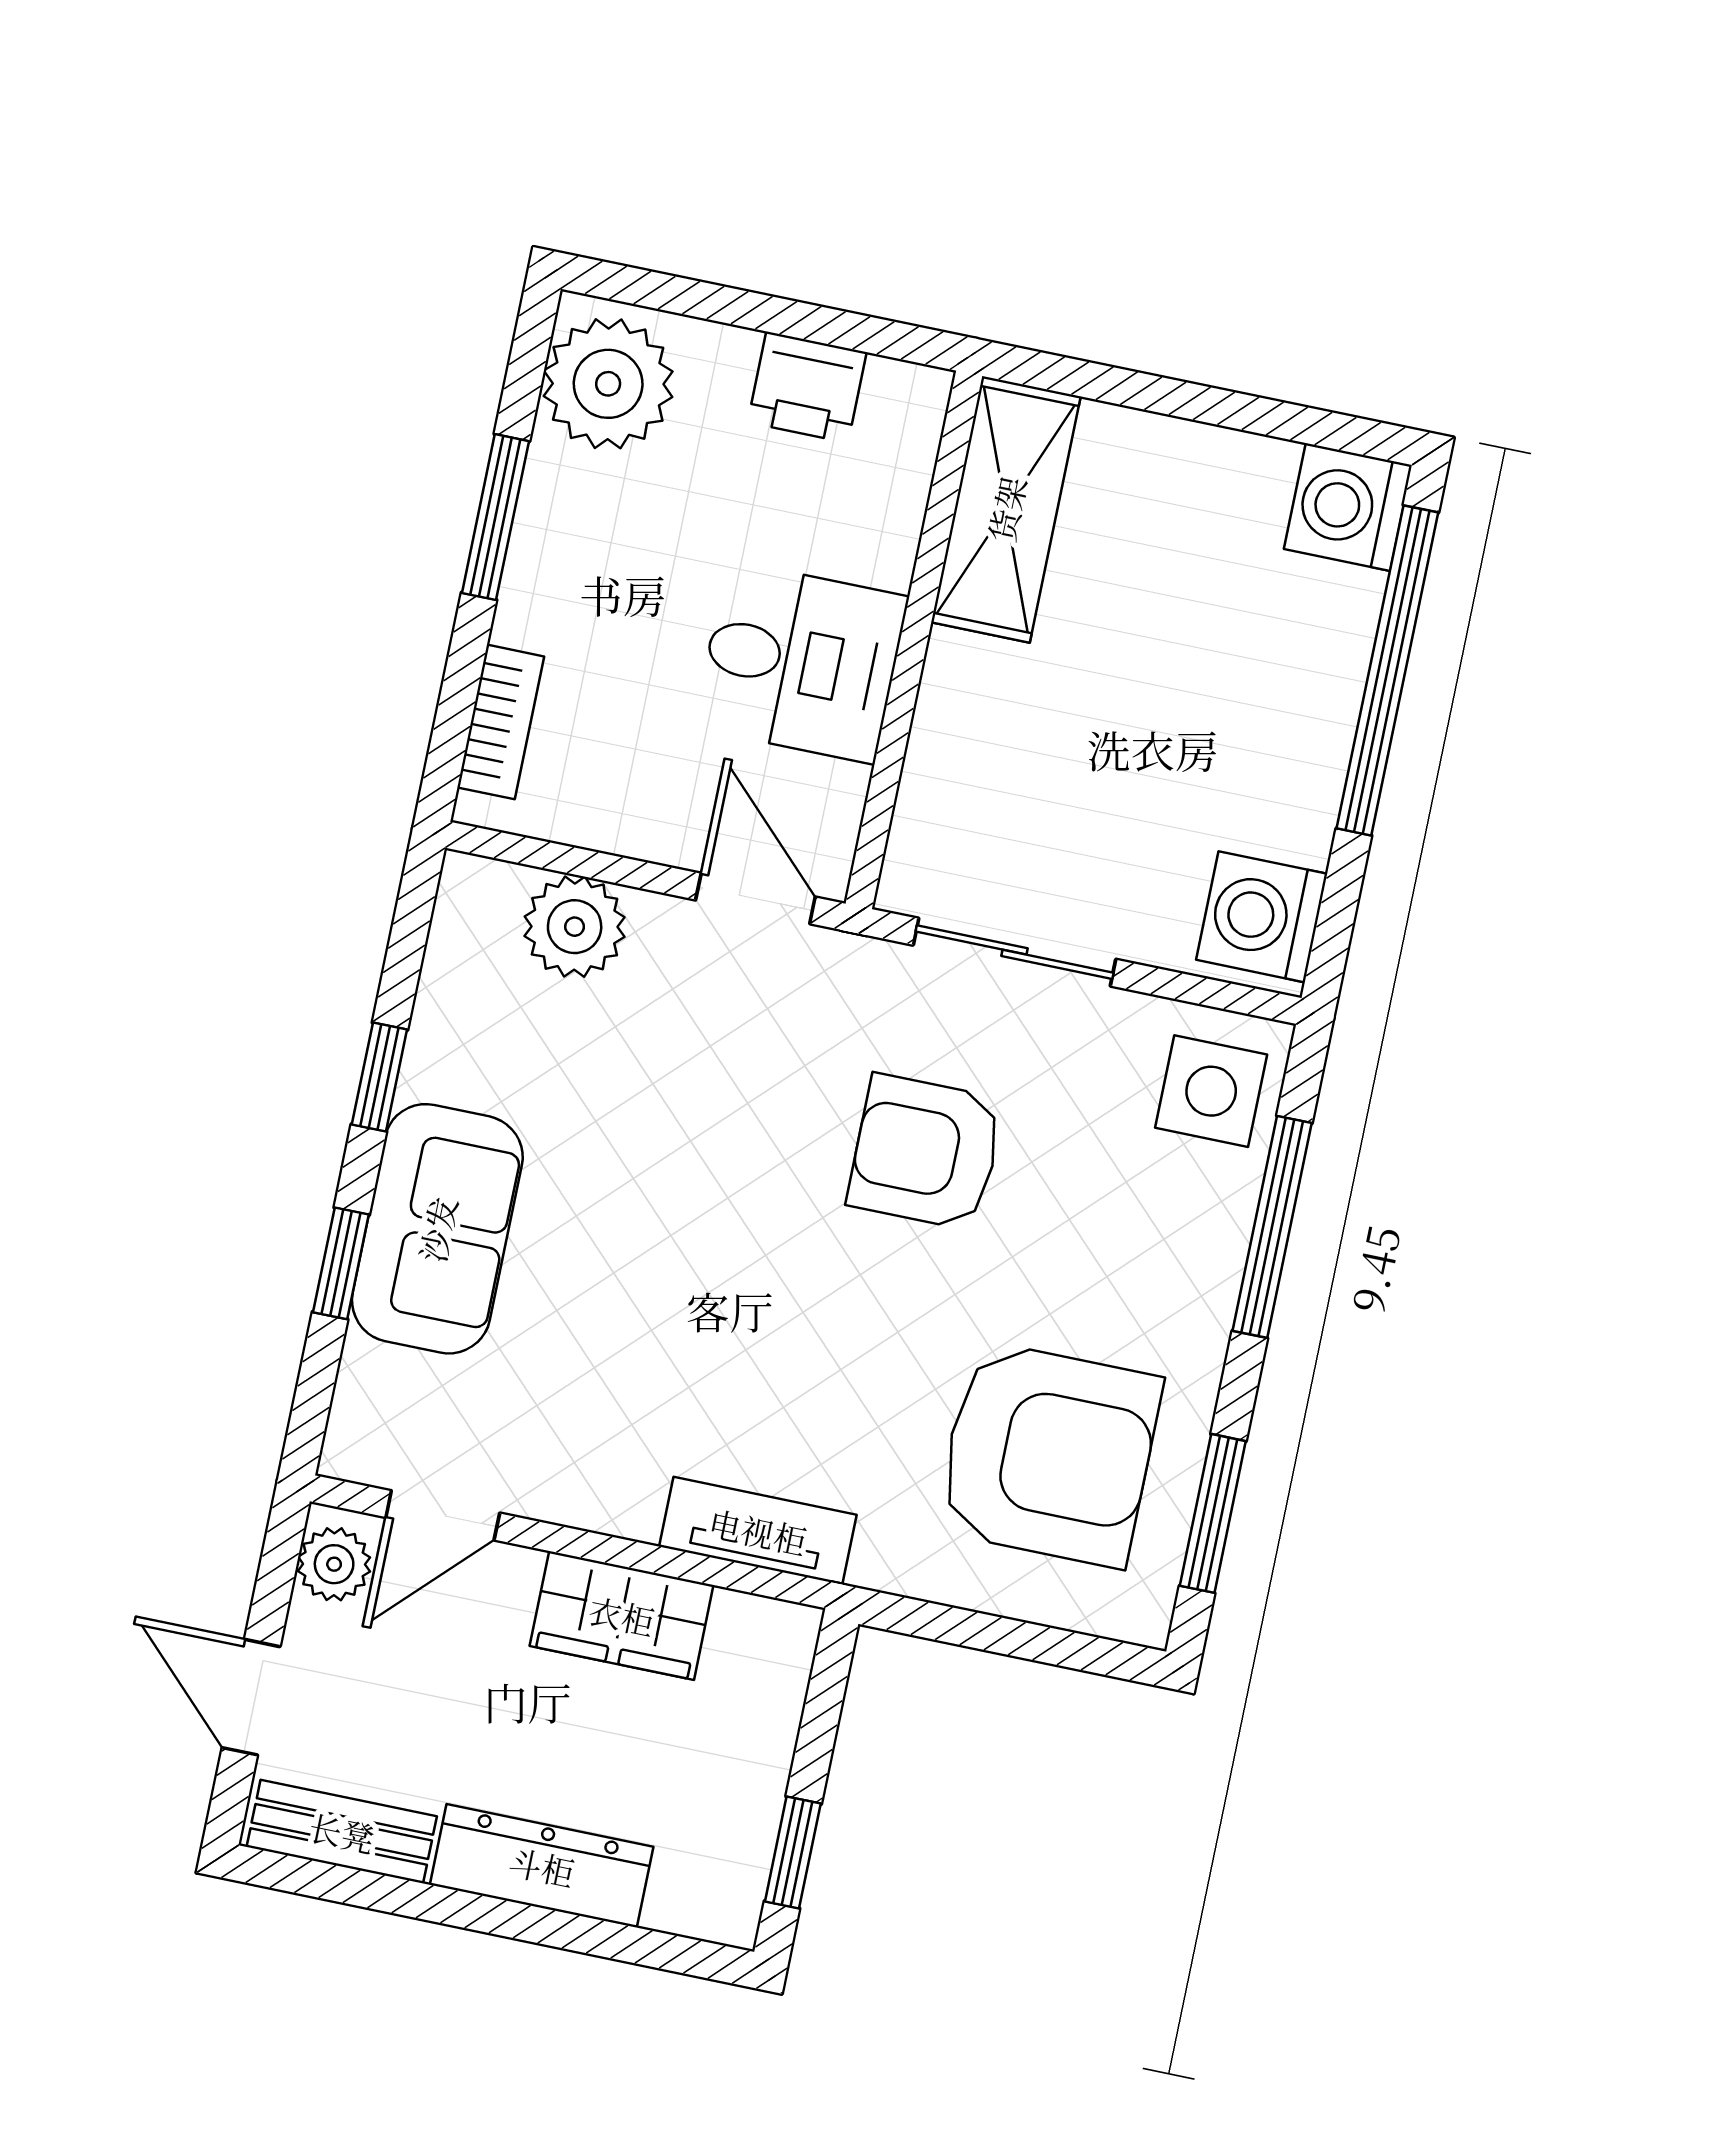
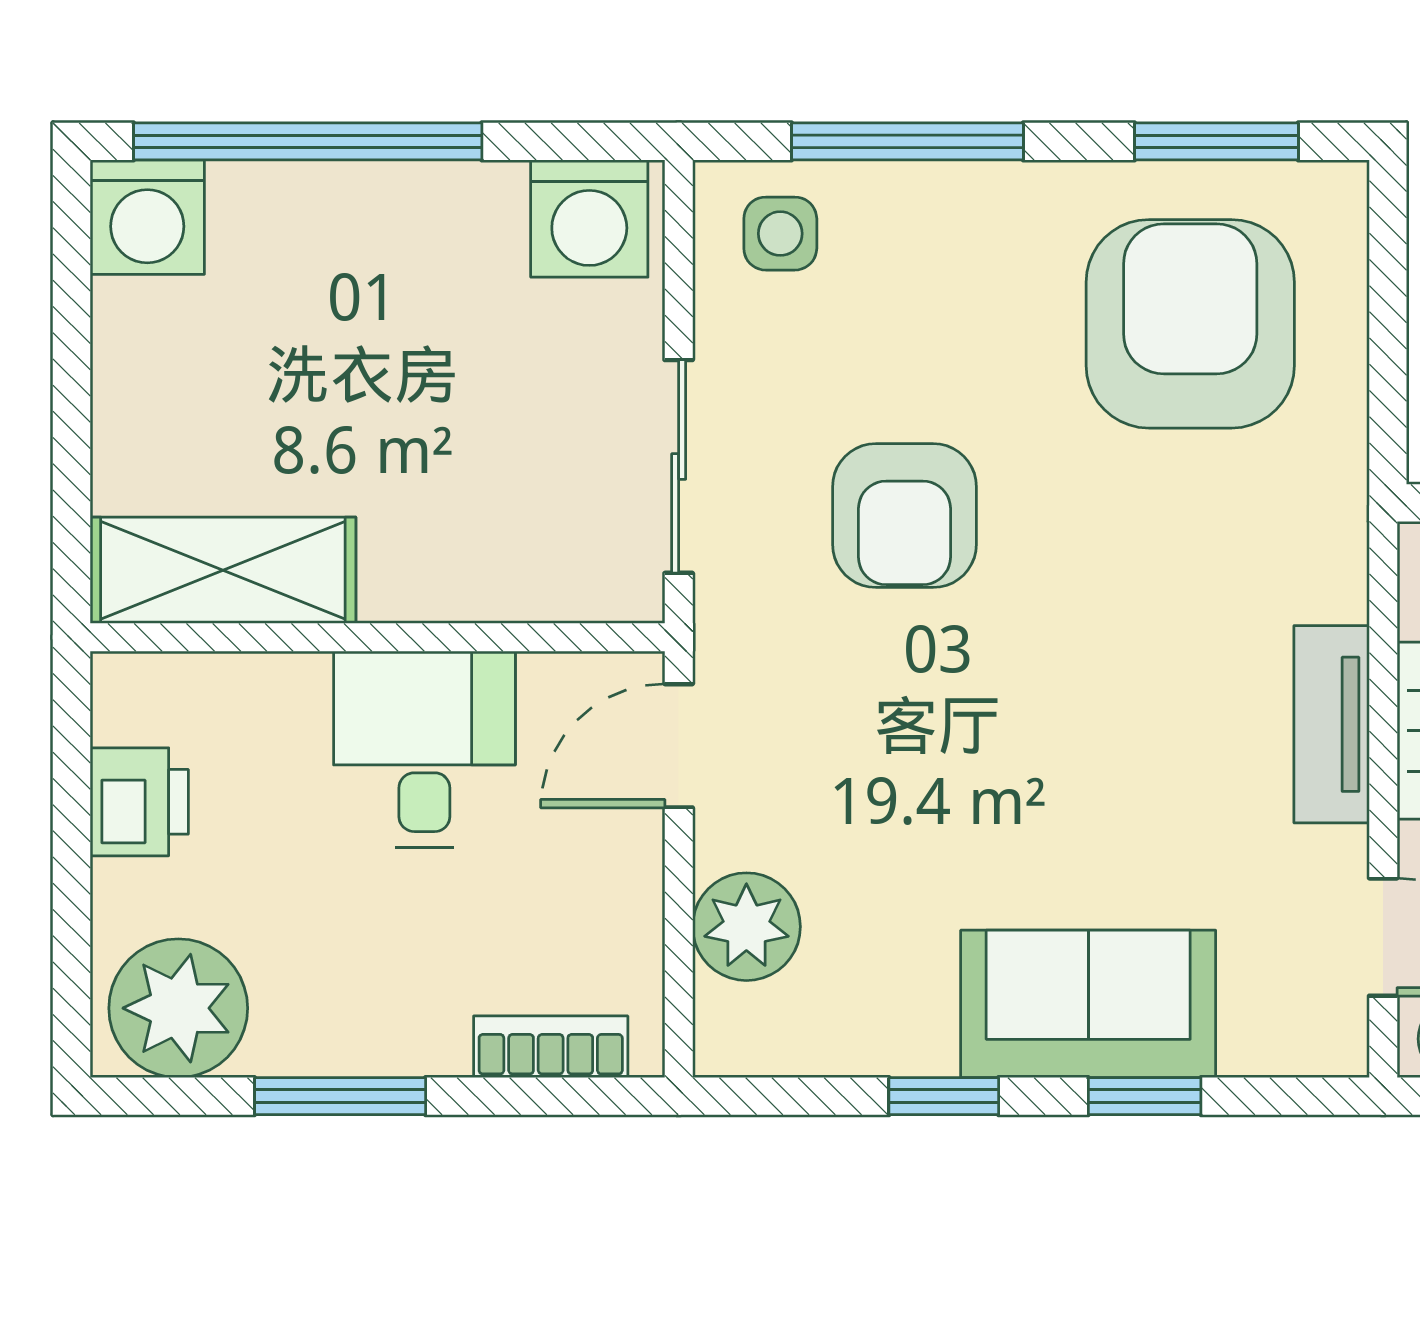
side table: (1211, 1091) -> (780, 234), width x0.73, depth x0.73
tv unit: (758, 1531) -> (1332, 724), moved

